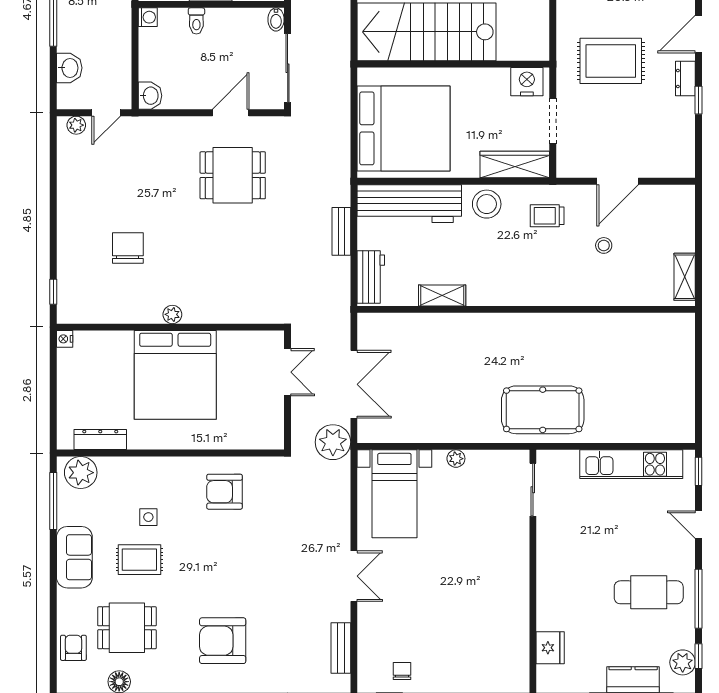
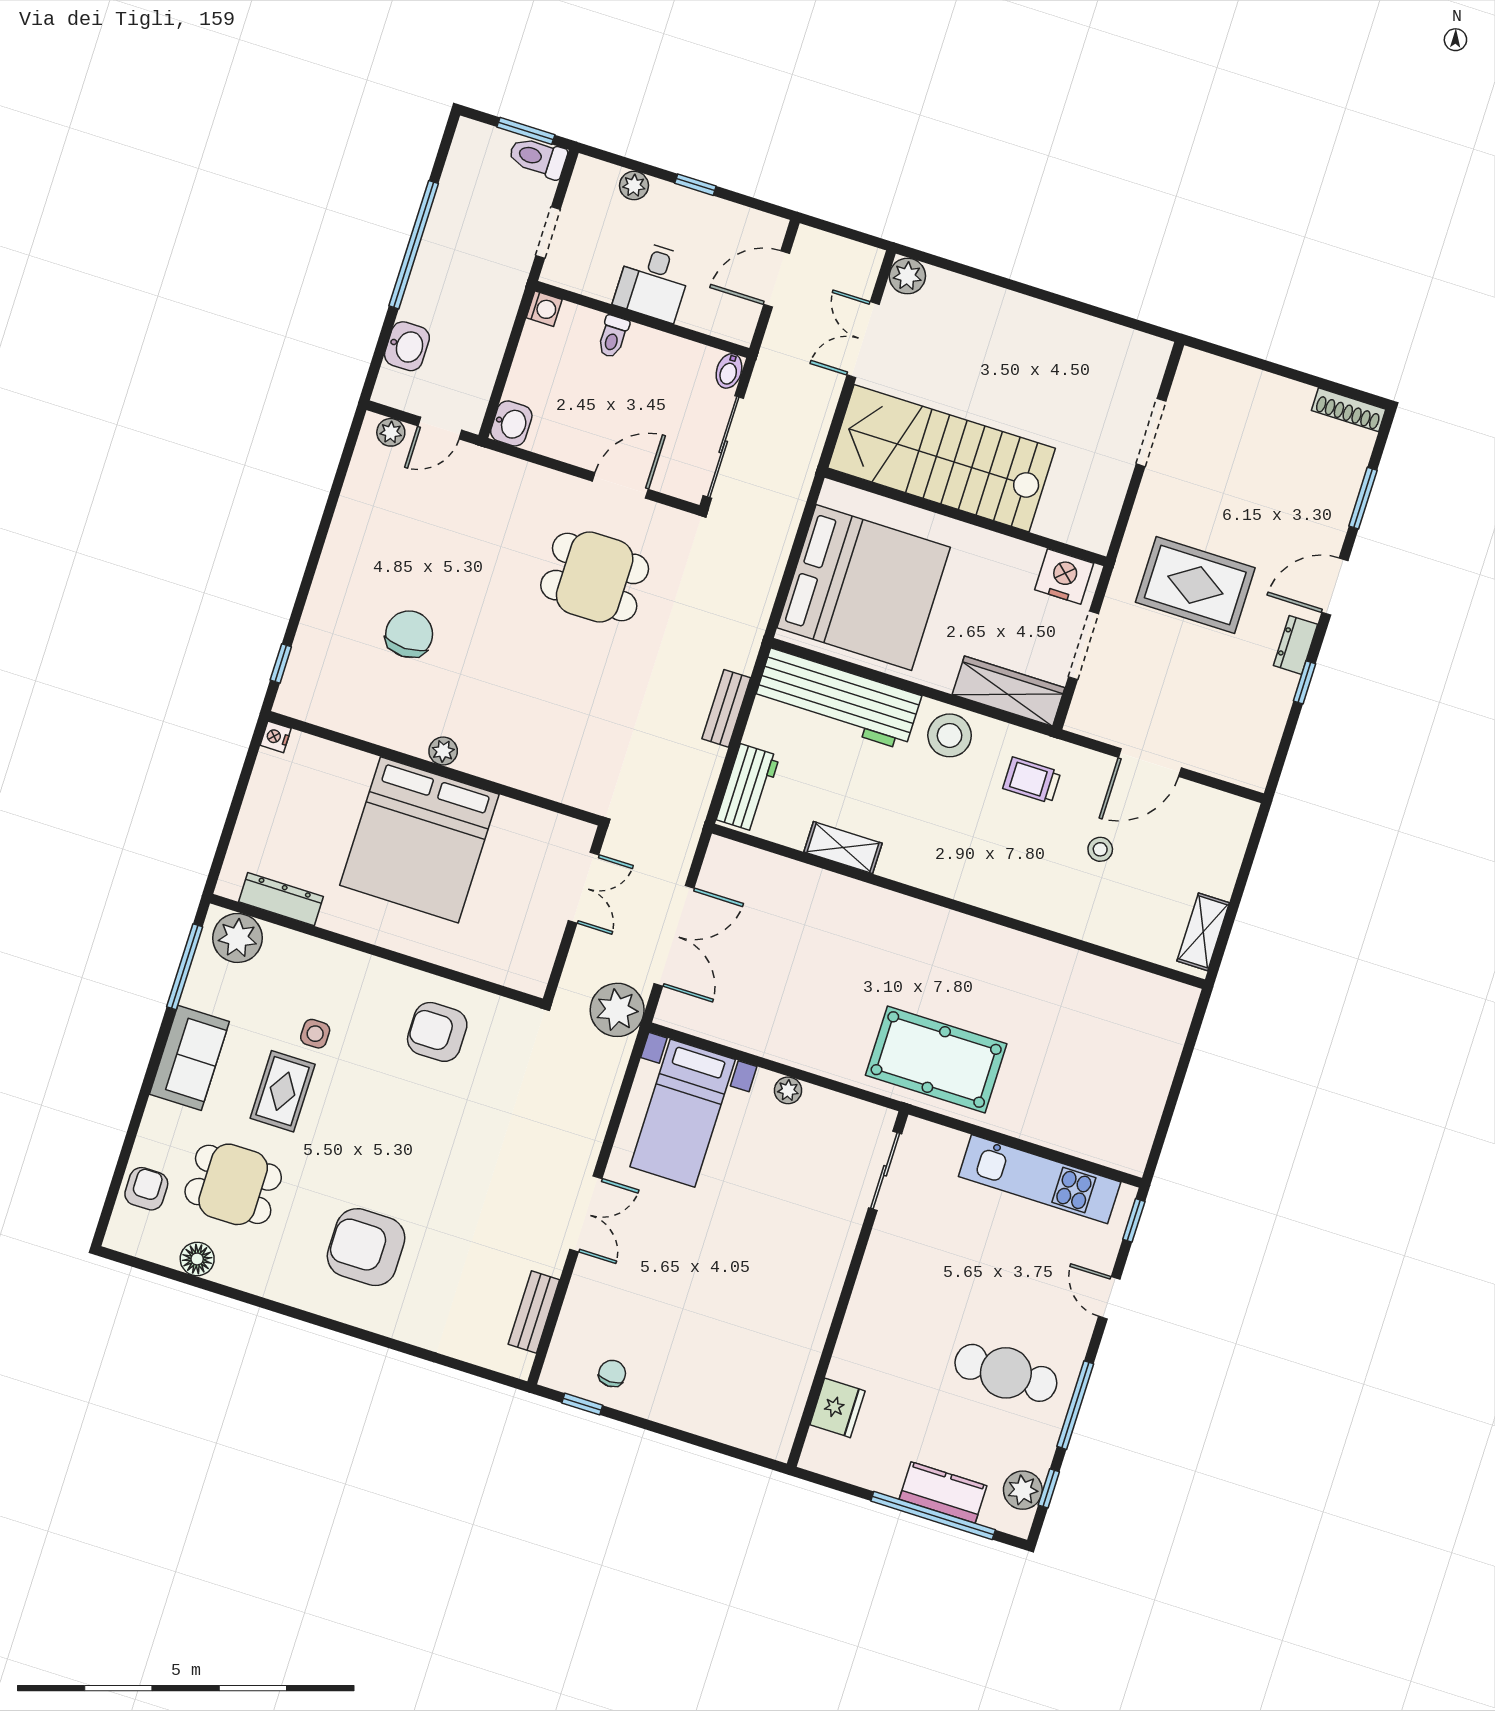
rug: (139, 560) -> (283, 1091), turned 90

